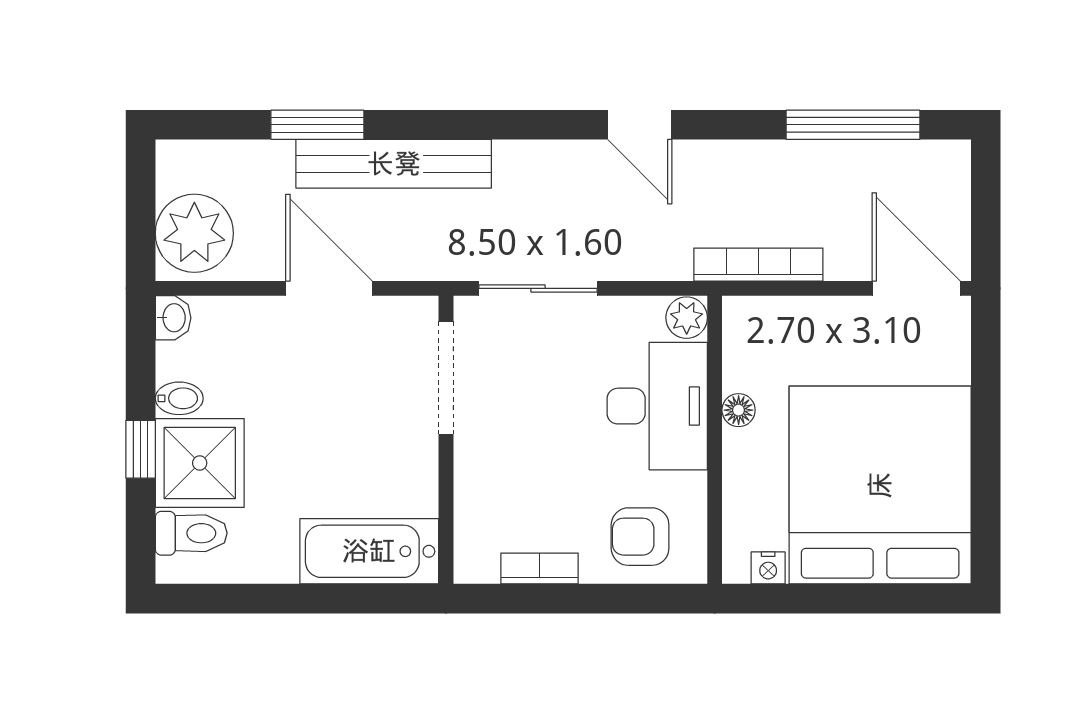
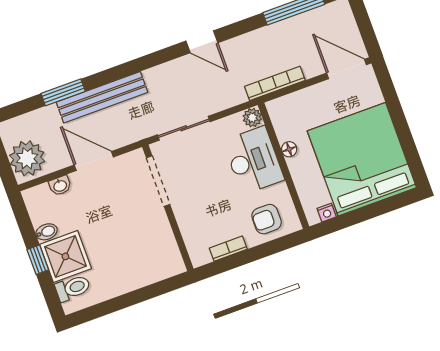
washbasin: (173, 318) -> (60, 186), moved, turned 90
bathtub: (369, 551) -> (152, 268), removed

